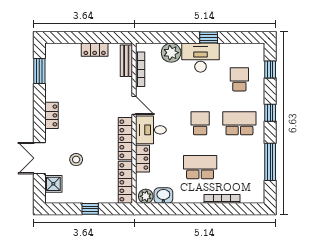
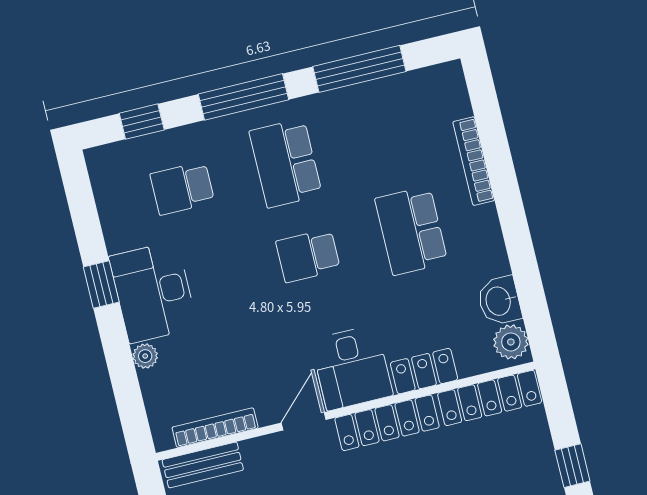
plant: (171, 53) -> (145, 356), width x0.53, depth x0.53
window: (270, 113) -> (244, 97), width x2.17

